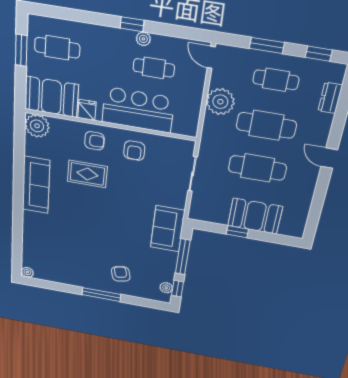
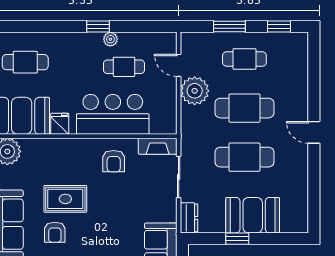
door: (211, 57) -> (179, 65), moved
dresser: (330, 98) -> (189, 218), moved, turned 180
armchair: (94, 141) -> (55, 232), moved, turned 90
fireplace: (177, 145) -> (158, 146), added

